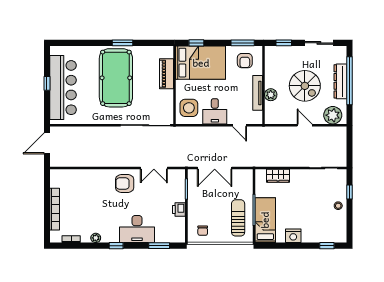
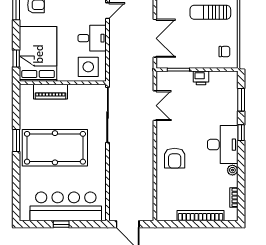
armchair: (125, 184) -> (175, 158), moved
desk: (137, 229) -> (223, 145), moved
window: (116, 246) -> (241, 133), moved

